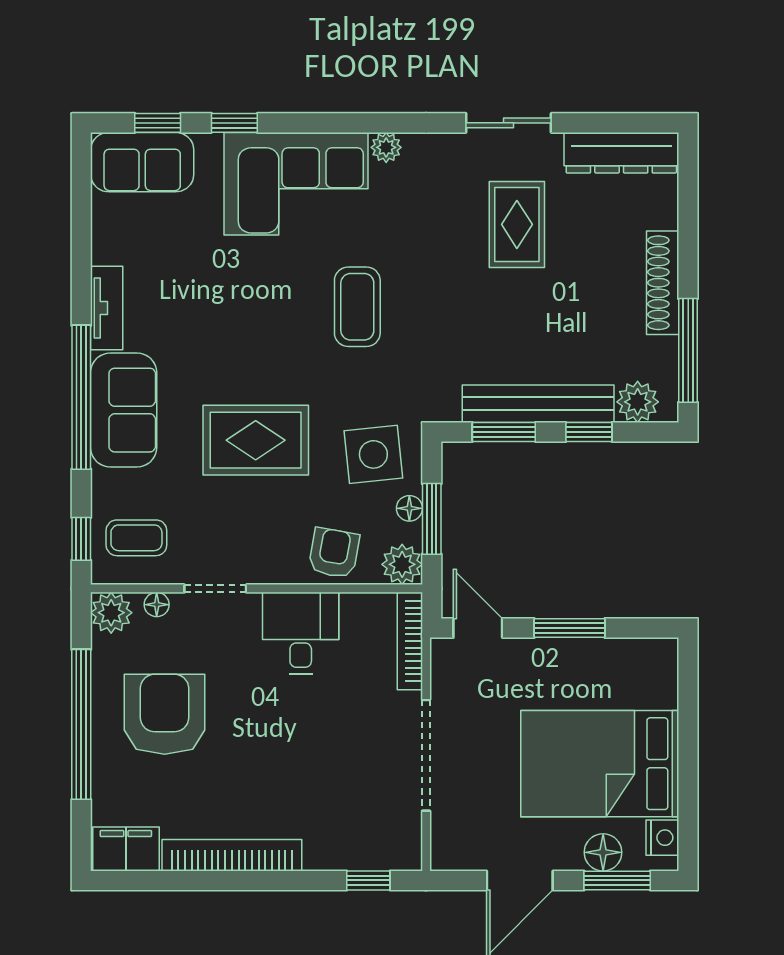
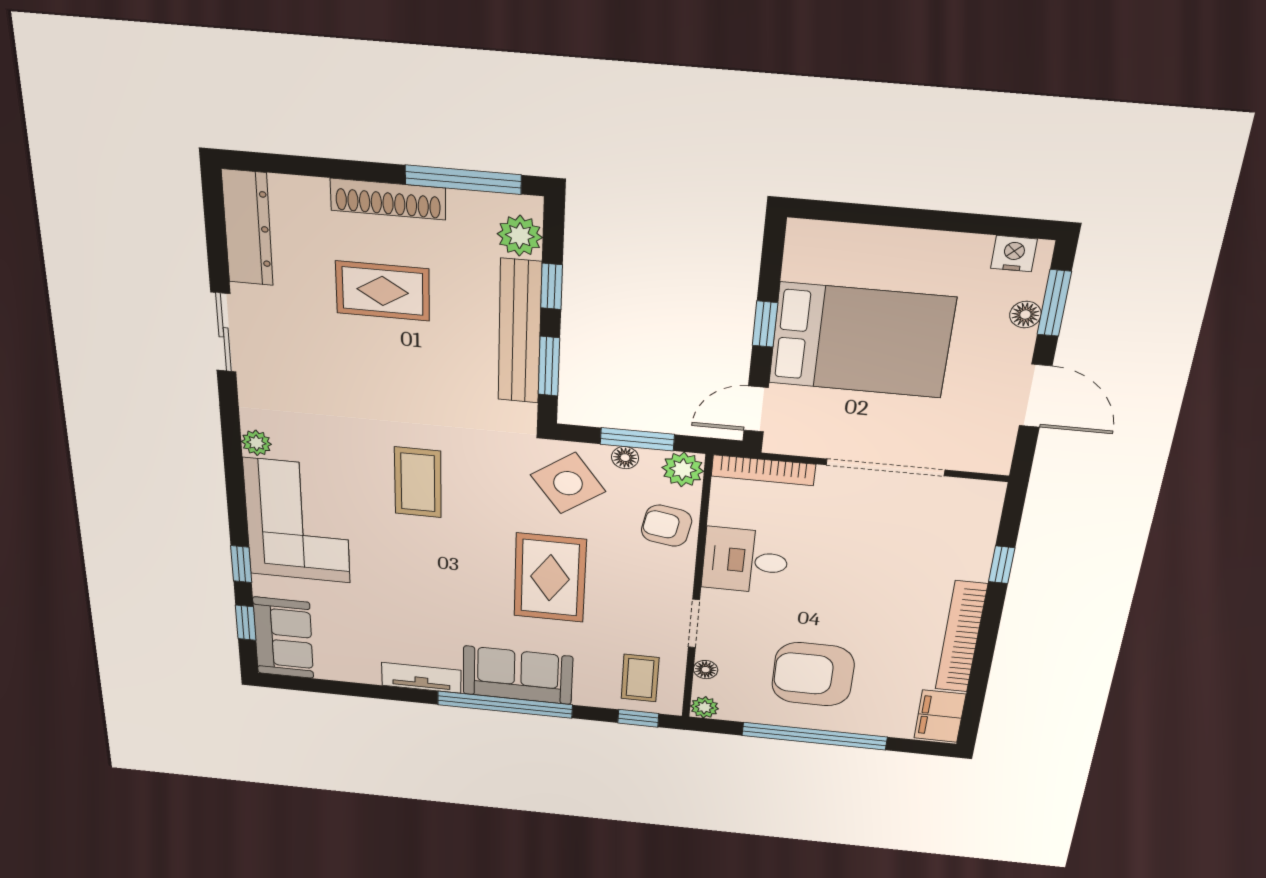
rug: (517, 224) -> (383, 291), moved
coffee table: (357, 307) -> (418, 482), turned 90
side table: (373, 454) -> (568, 483), turned -30
plant: (111, 613) -> (704, 707), width x0.73, depth x0.73
window: (569, 628) -> (765, 324), width x0.67
bed: (600, 764) -> (861, 341), moved, turned -90
floor lamp: (603, 852) -> (1025, 315), width x0.73, depth x0.73
window: (368, 880) -> (1002, 565), moved

